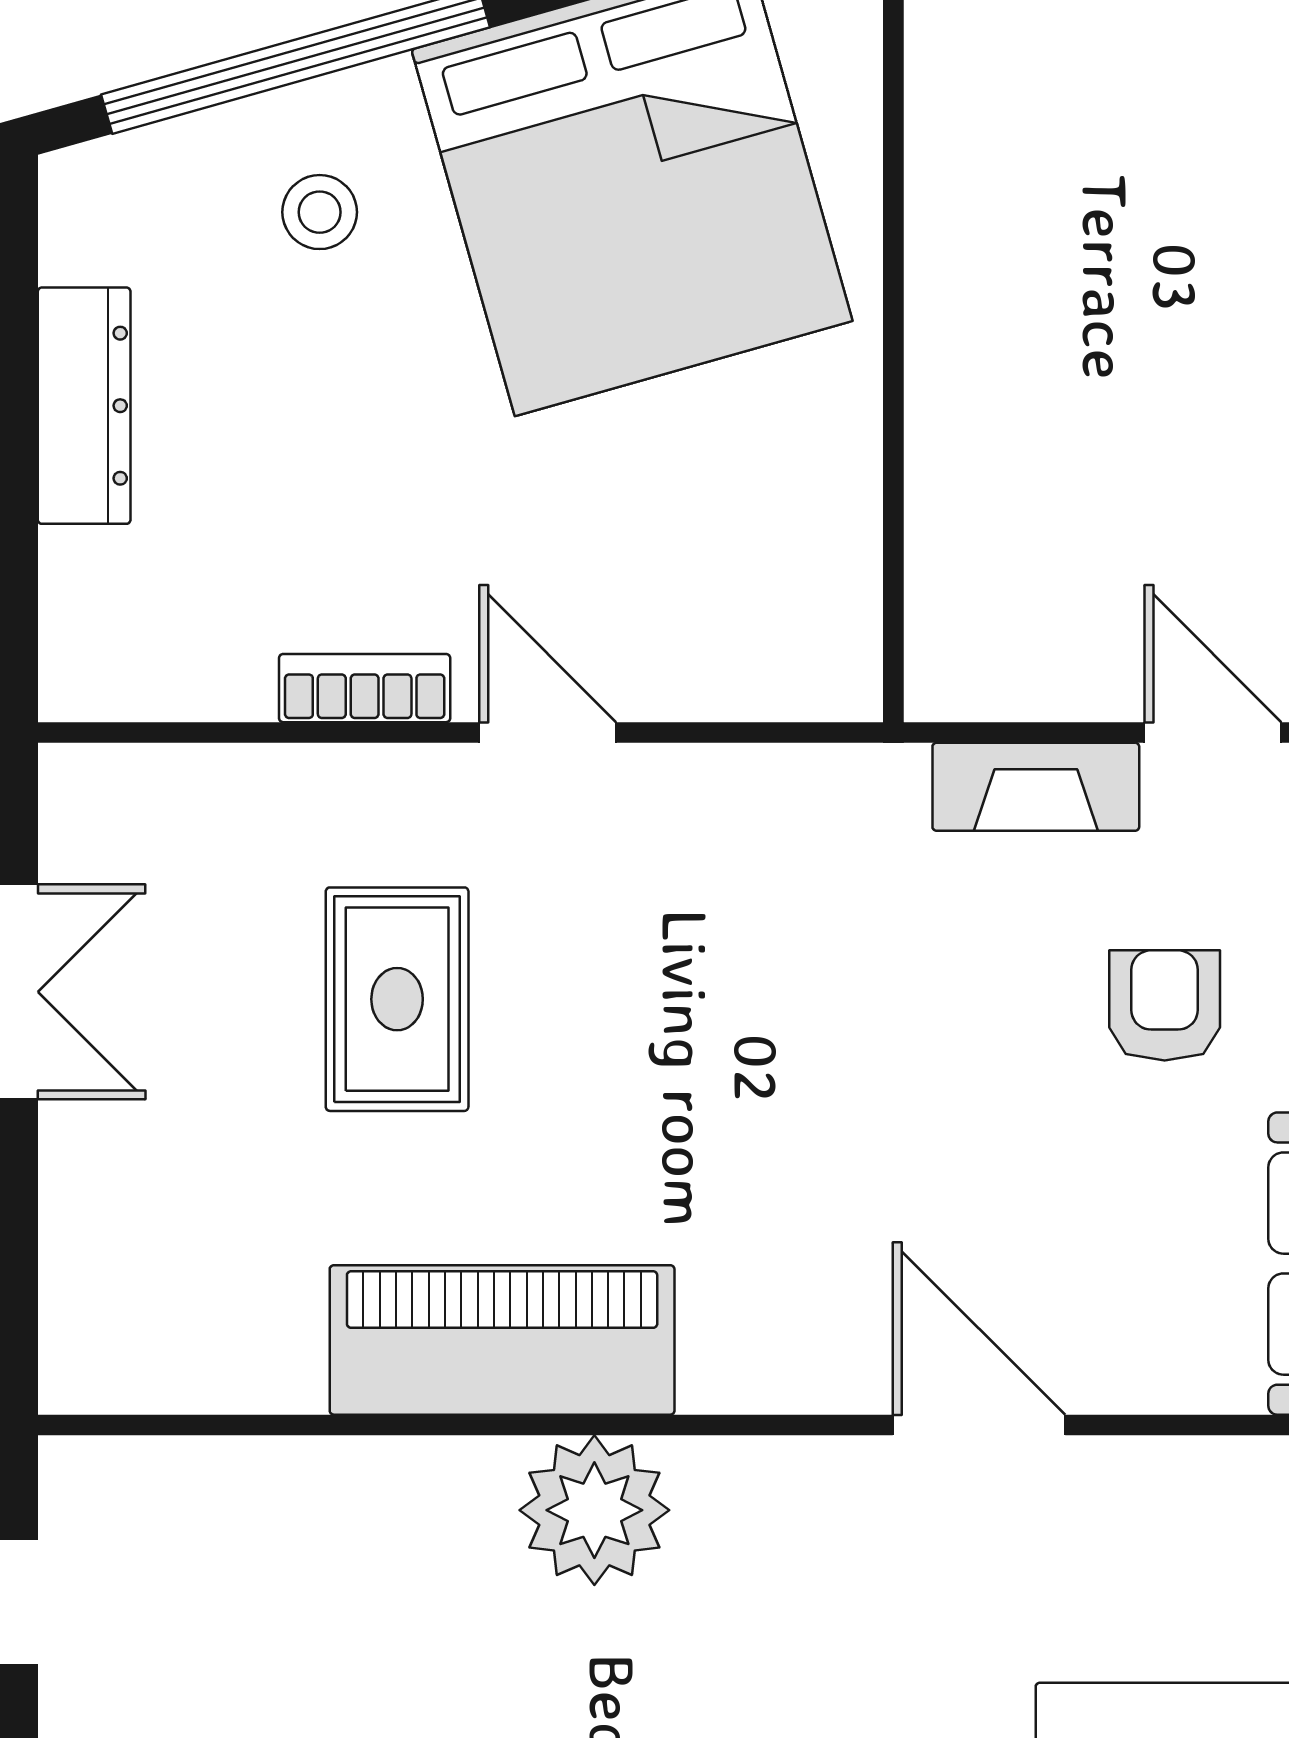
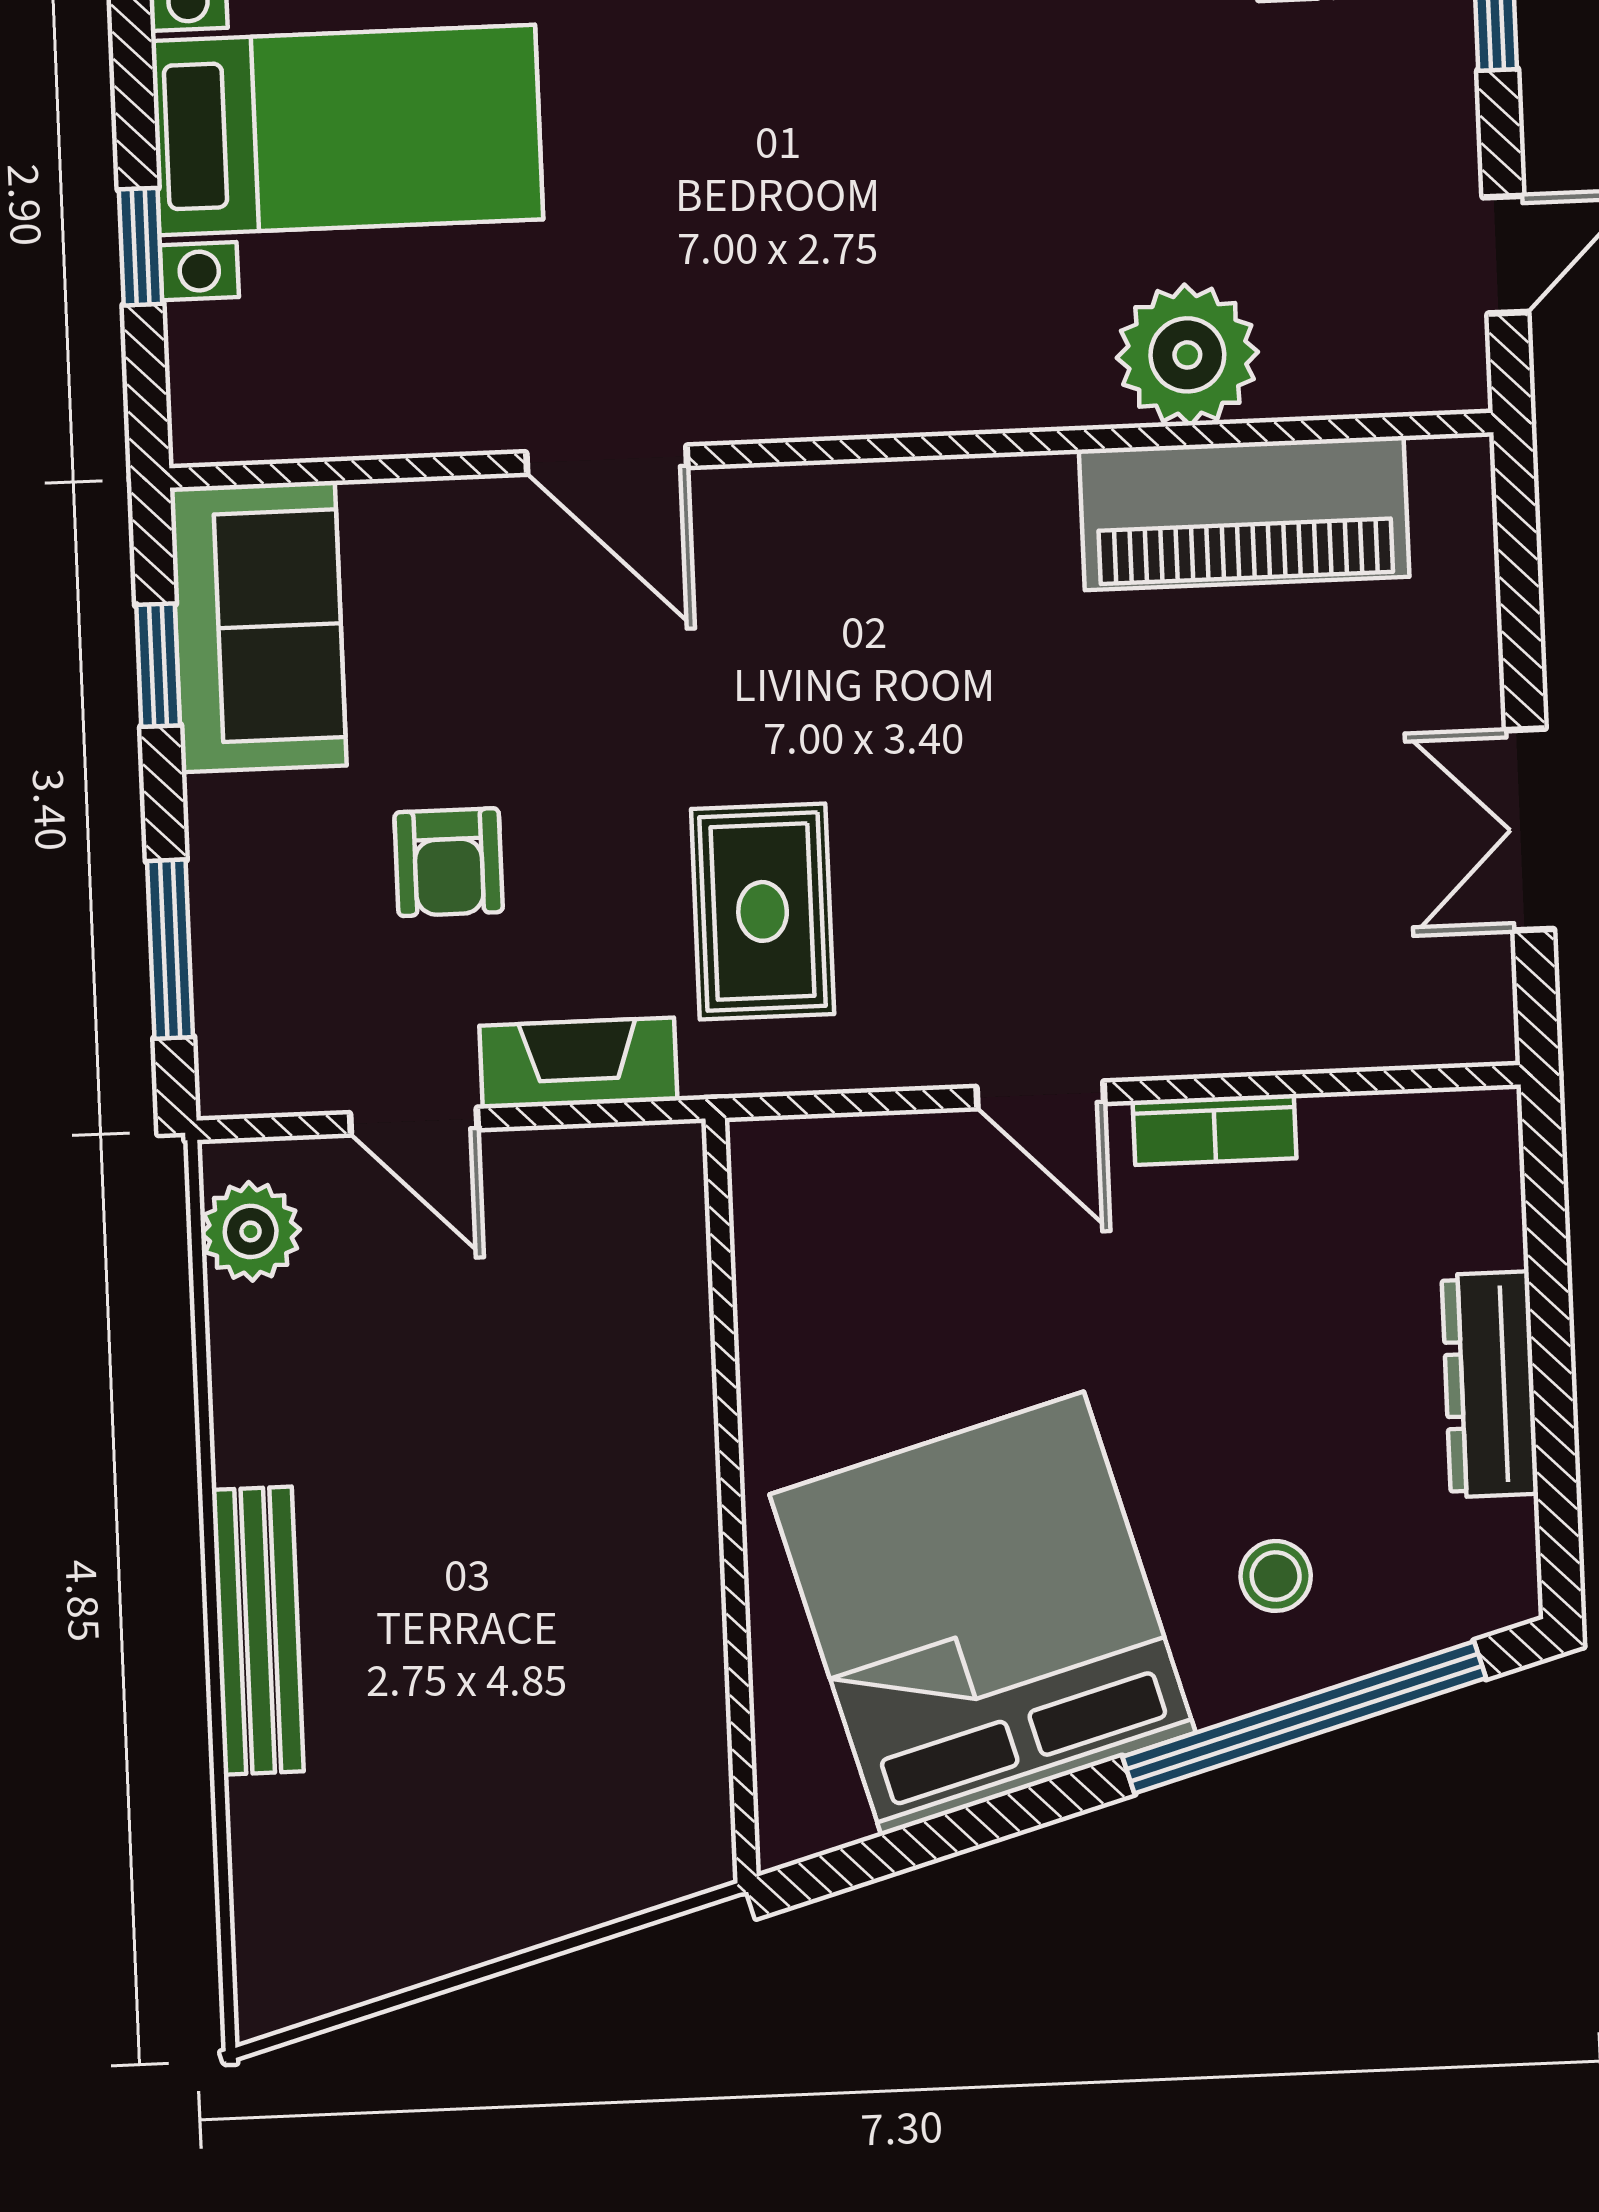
rug: (397, 999) -> (763, 911), moved
piano: (502, 1340) -> (1244, 513), moved
plant: (594, 1510) -> (1187, 355), moved

